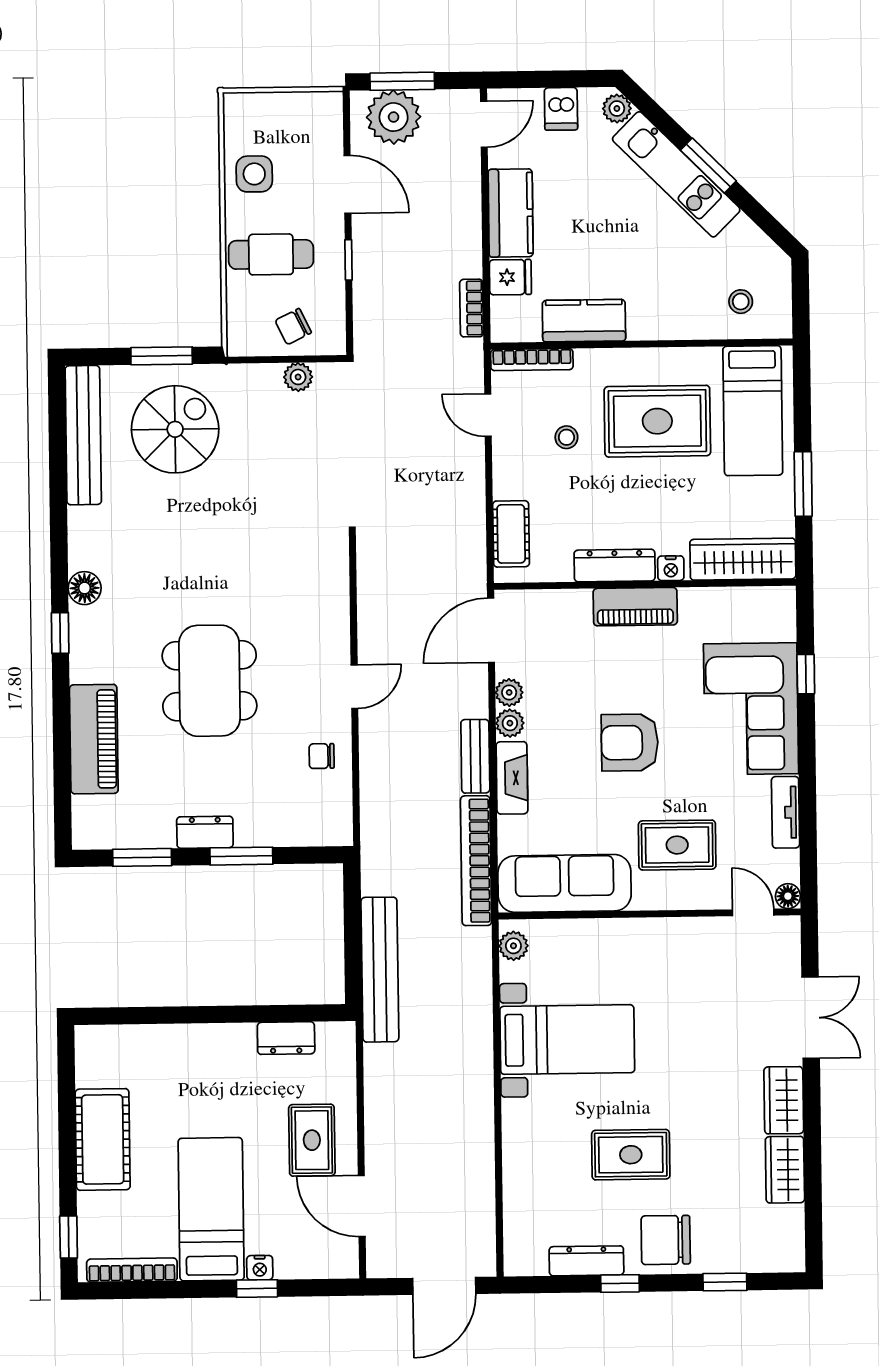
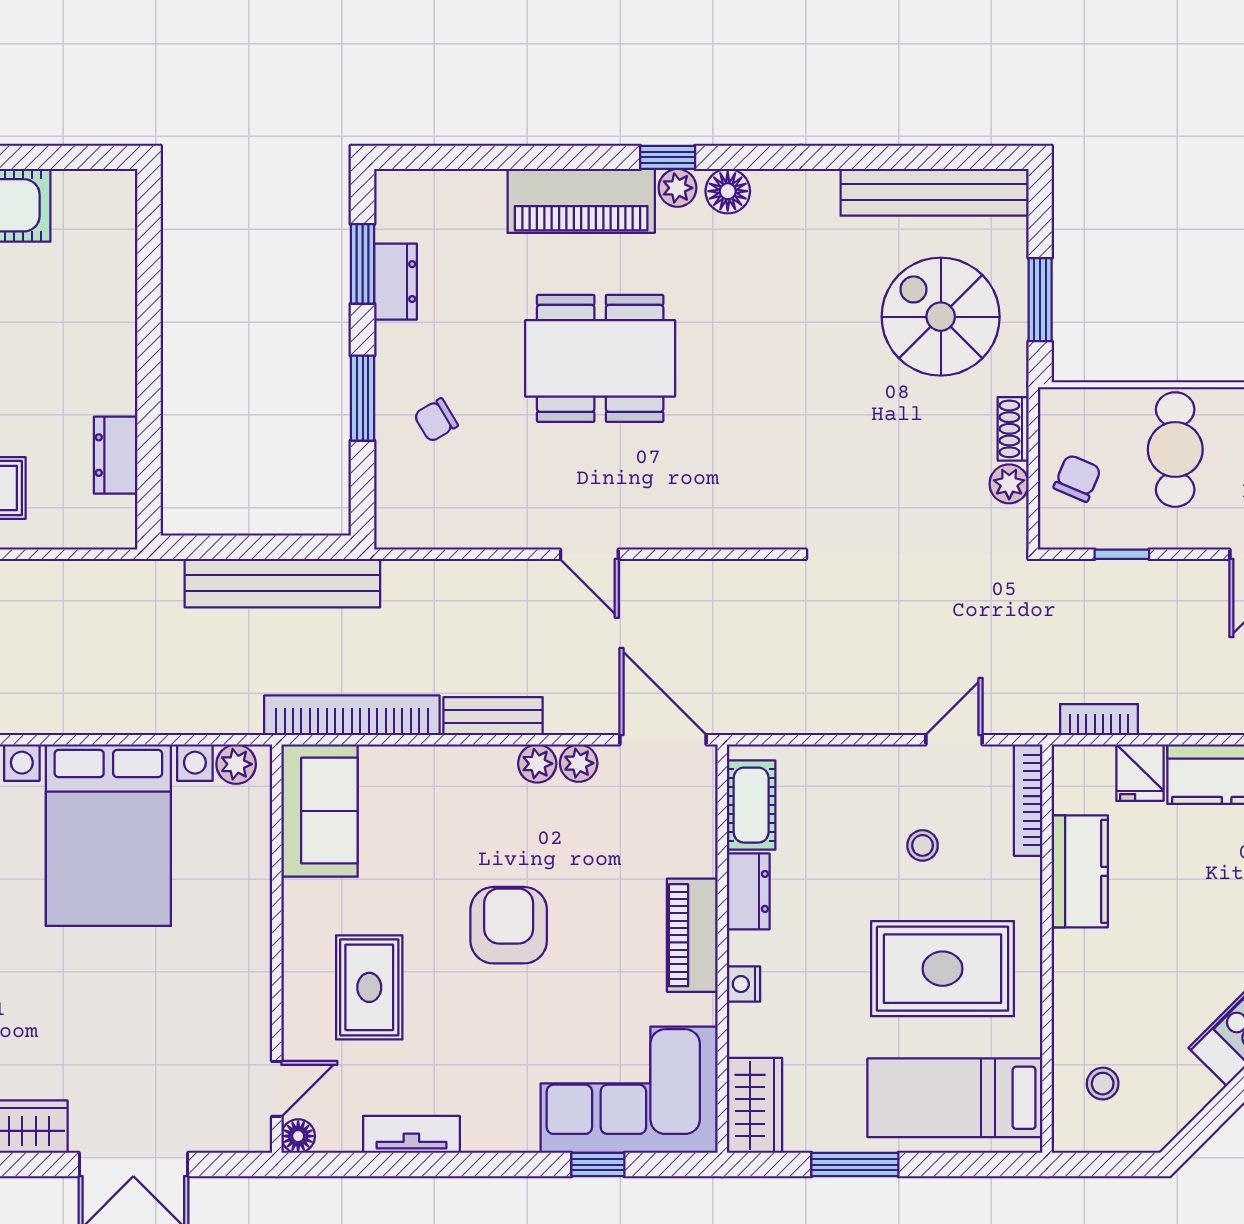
window: (348, 260) -> (1122, 554), moved
chair: (293, 327) -> (1077, 478), turned 49
shoe rack: (257, 375) -> (1013, 429), added
rug: (657, 421) -> (942, 969), turned 90
spiral stairs: (175, 429) -> (941, 317), turned 180
cot: (511, 534) -> (751, 805), moved, turned 90
wardrobe: (743, 559) -> (754, 1105), width x0.67
dresser: (615, 566) -> (748, 891), width x0.70
plant: (83, 625) -> (677, 188), added
corner sofa: (751, 709) -> (629, 1090), moved
piano: (94, 739) -> (581, 201), moved
chair: (322, 756) -> (436, 420), moved, turned -121
fireplace: (512, 778) -> (463, 765), removed
dresser: (205, 832) -> (395, 282), moved
sofa: (565, 883) -> (319, 811), width x0.73
bench: (380, 970) -> (282, 583), moved
bed with nightstands: (567, 1040) -> (108, 835), width x1.36

